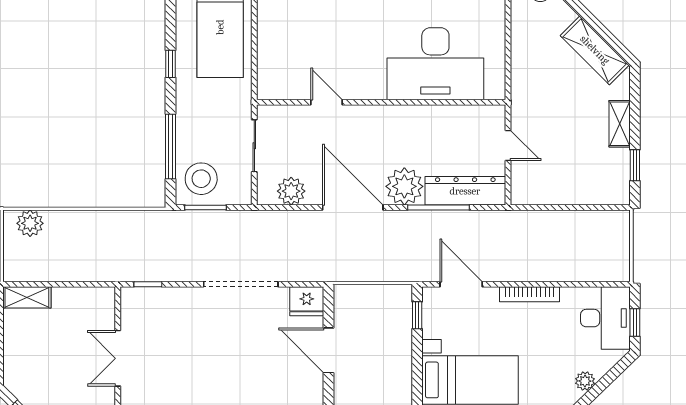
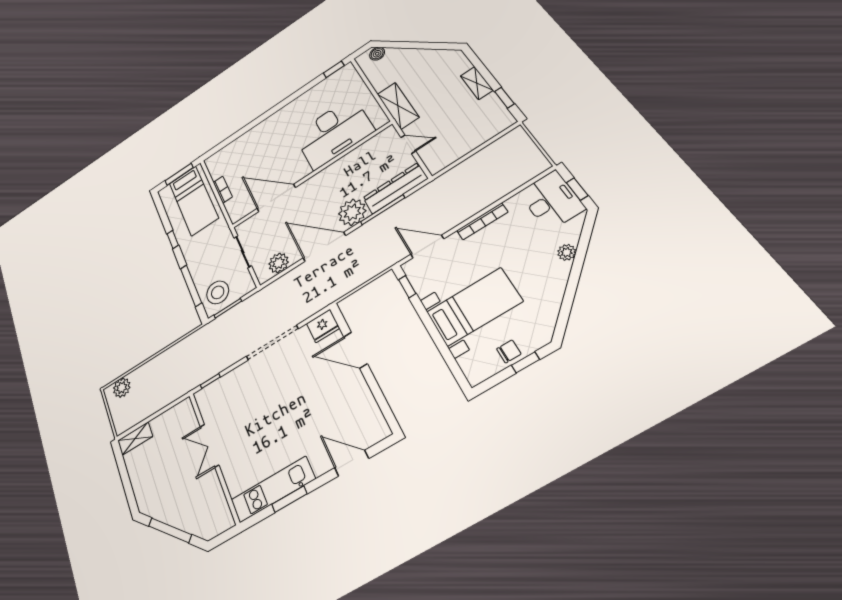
bookcase: (265, 39) -> (223, 190), added
shelving: (595, 50) -> (398, 106), moved, turned 45
door: (326, 102) -> (276, 198), width x1.88

